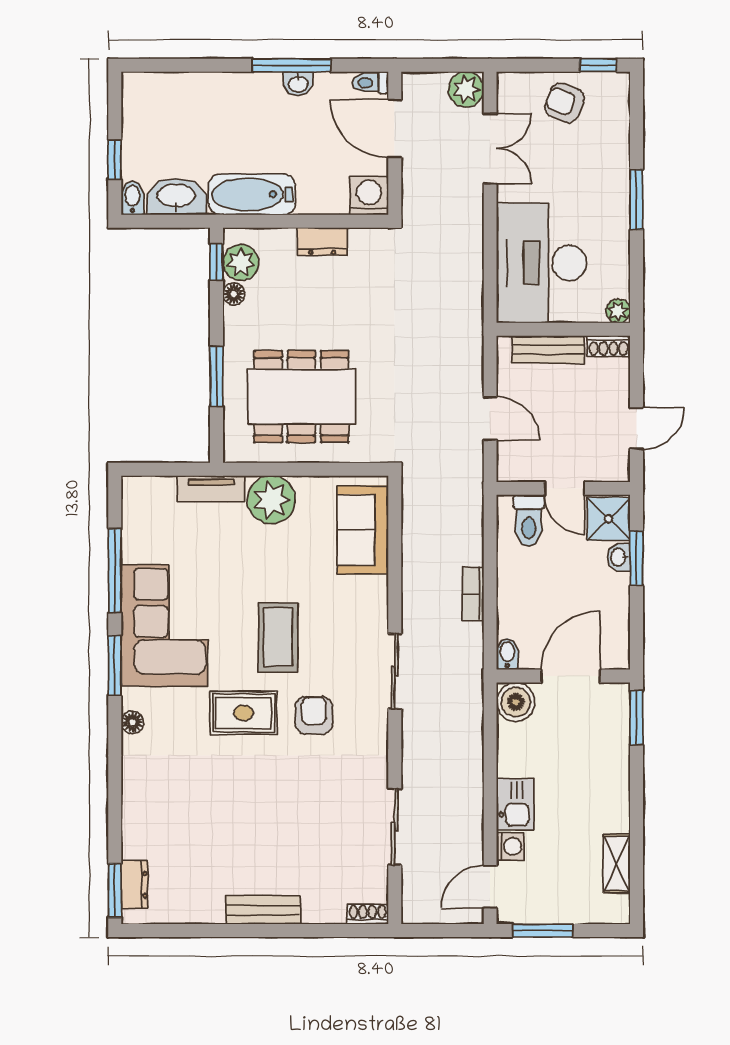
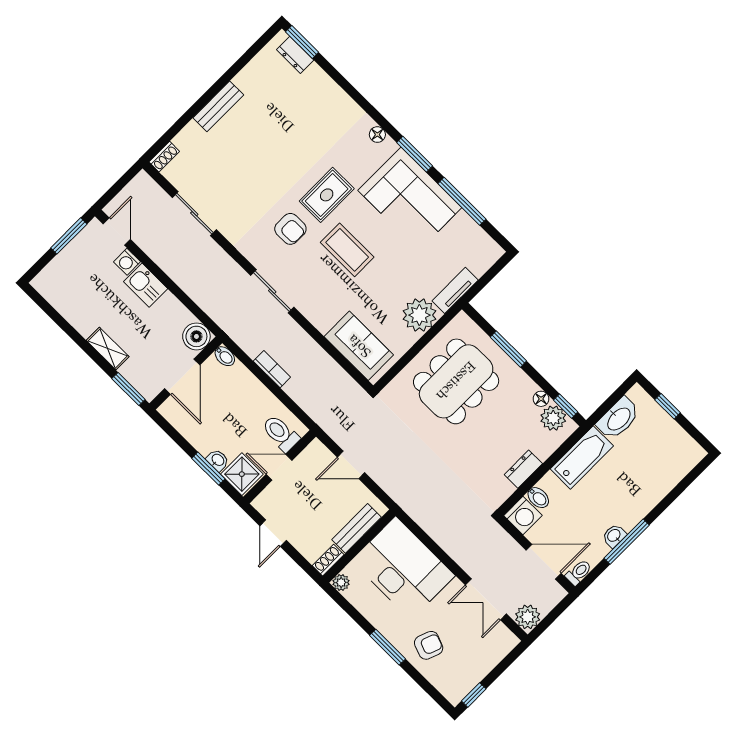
armchair: (565, 103) -> (429, 645), moved
bidet: (132, 198) -> (538, 498), moved
shelving: (617, 863) -> (108, 349), moved

